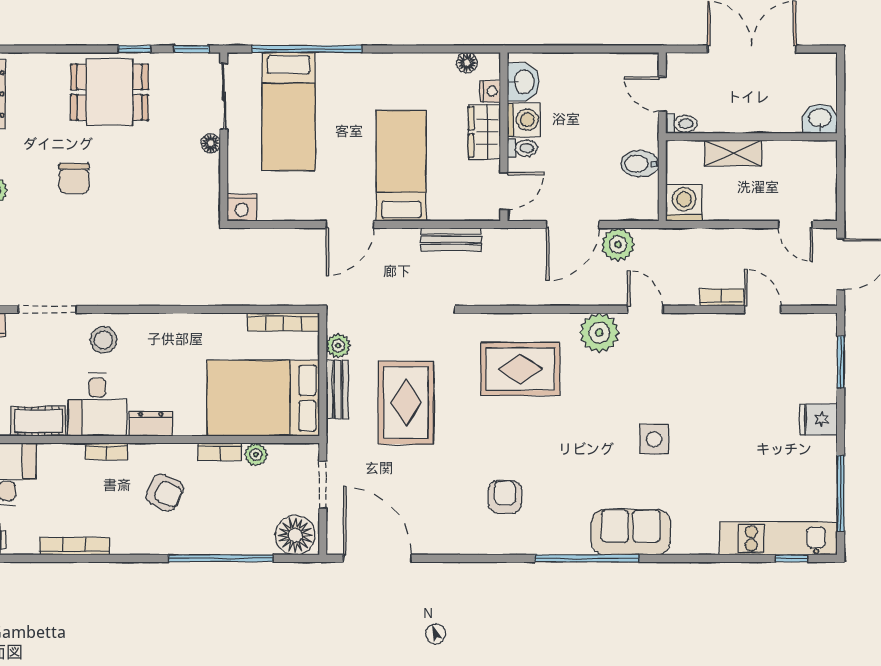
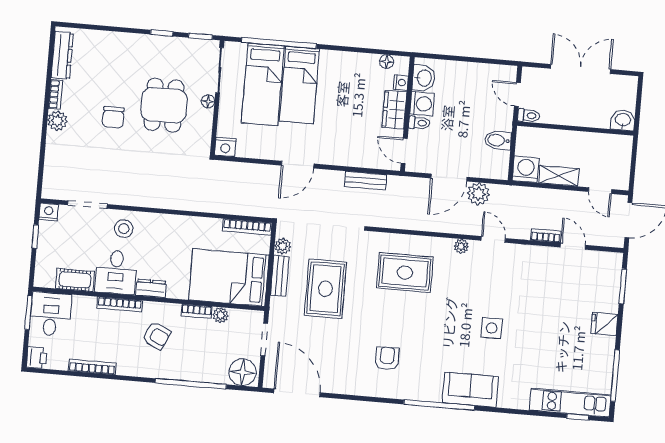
dining table: (109, 92) -> (164, 105), moved, turned 90
shelving: (733, 153) -> (559, 176), moved
bed: (401, 166) -> (299, 85), moved, turned 180
door: (504, 191) -> (404, 151), swing flipped
plant: (599, 333) -> (461, 246), width x0.53, depth x0.53
bookcase: (107, 451) -> (120, 304), width x1.56

